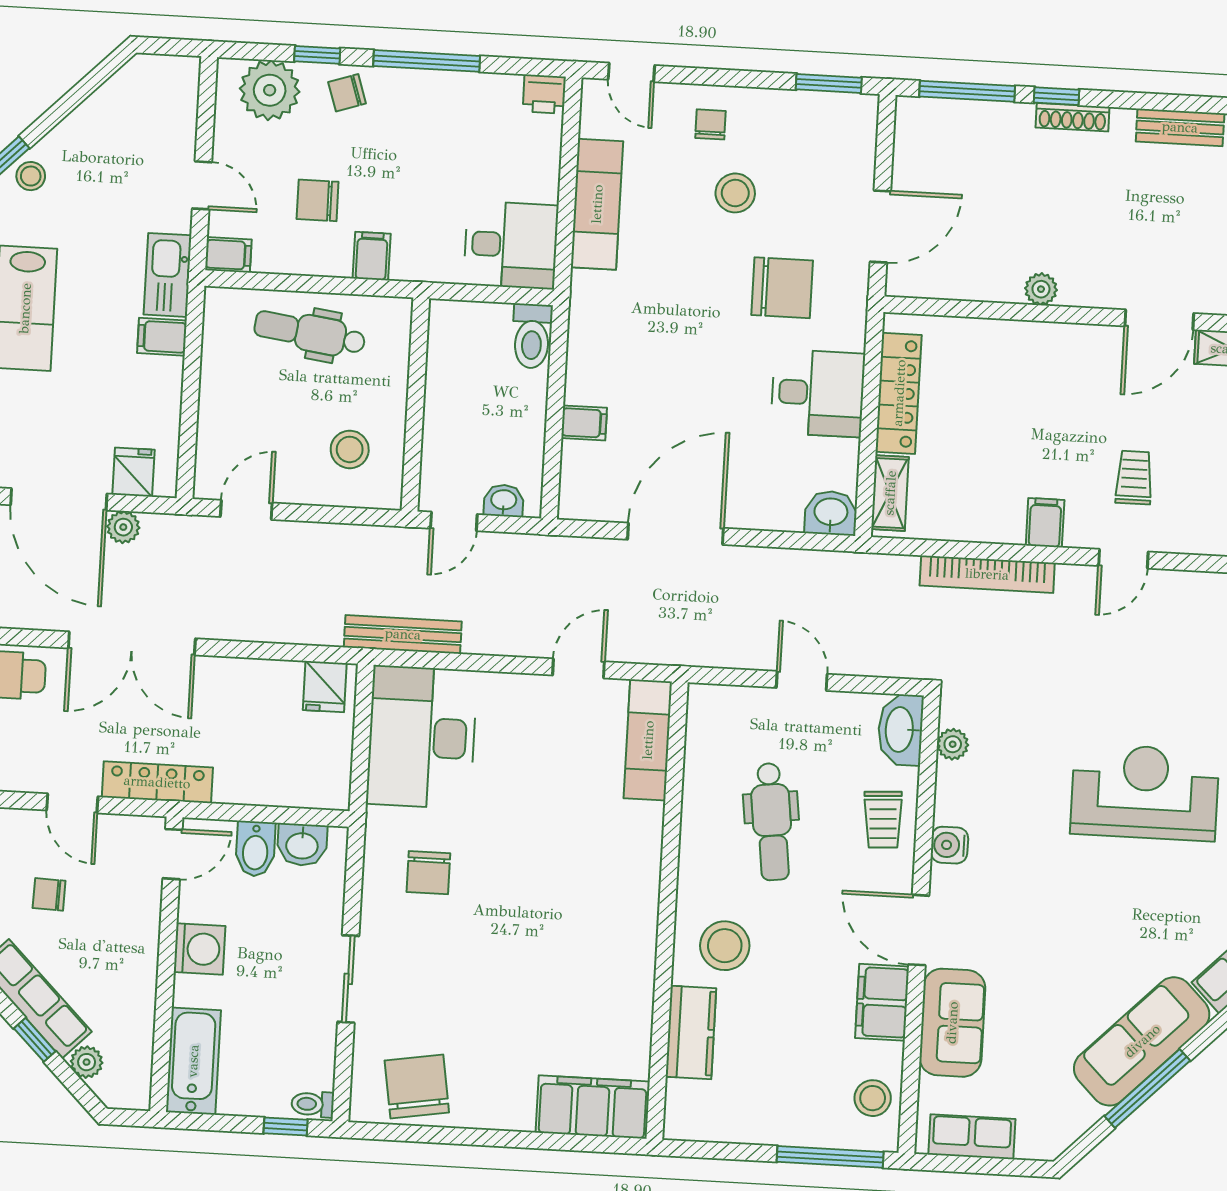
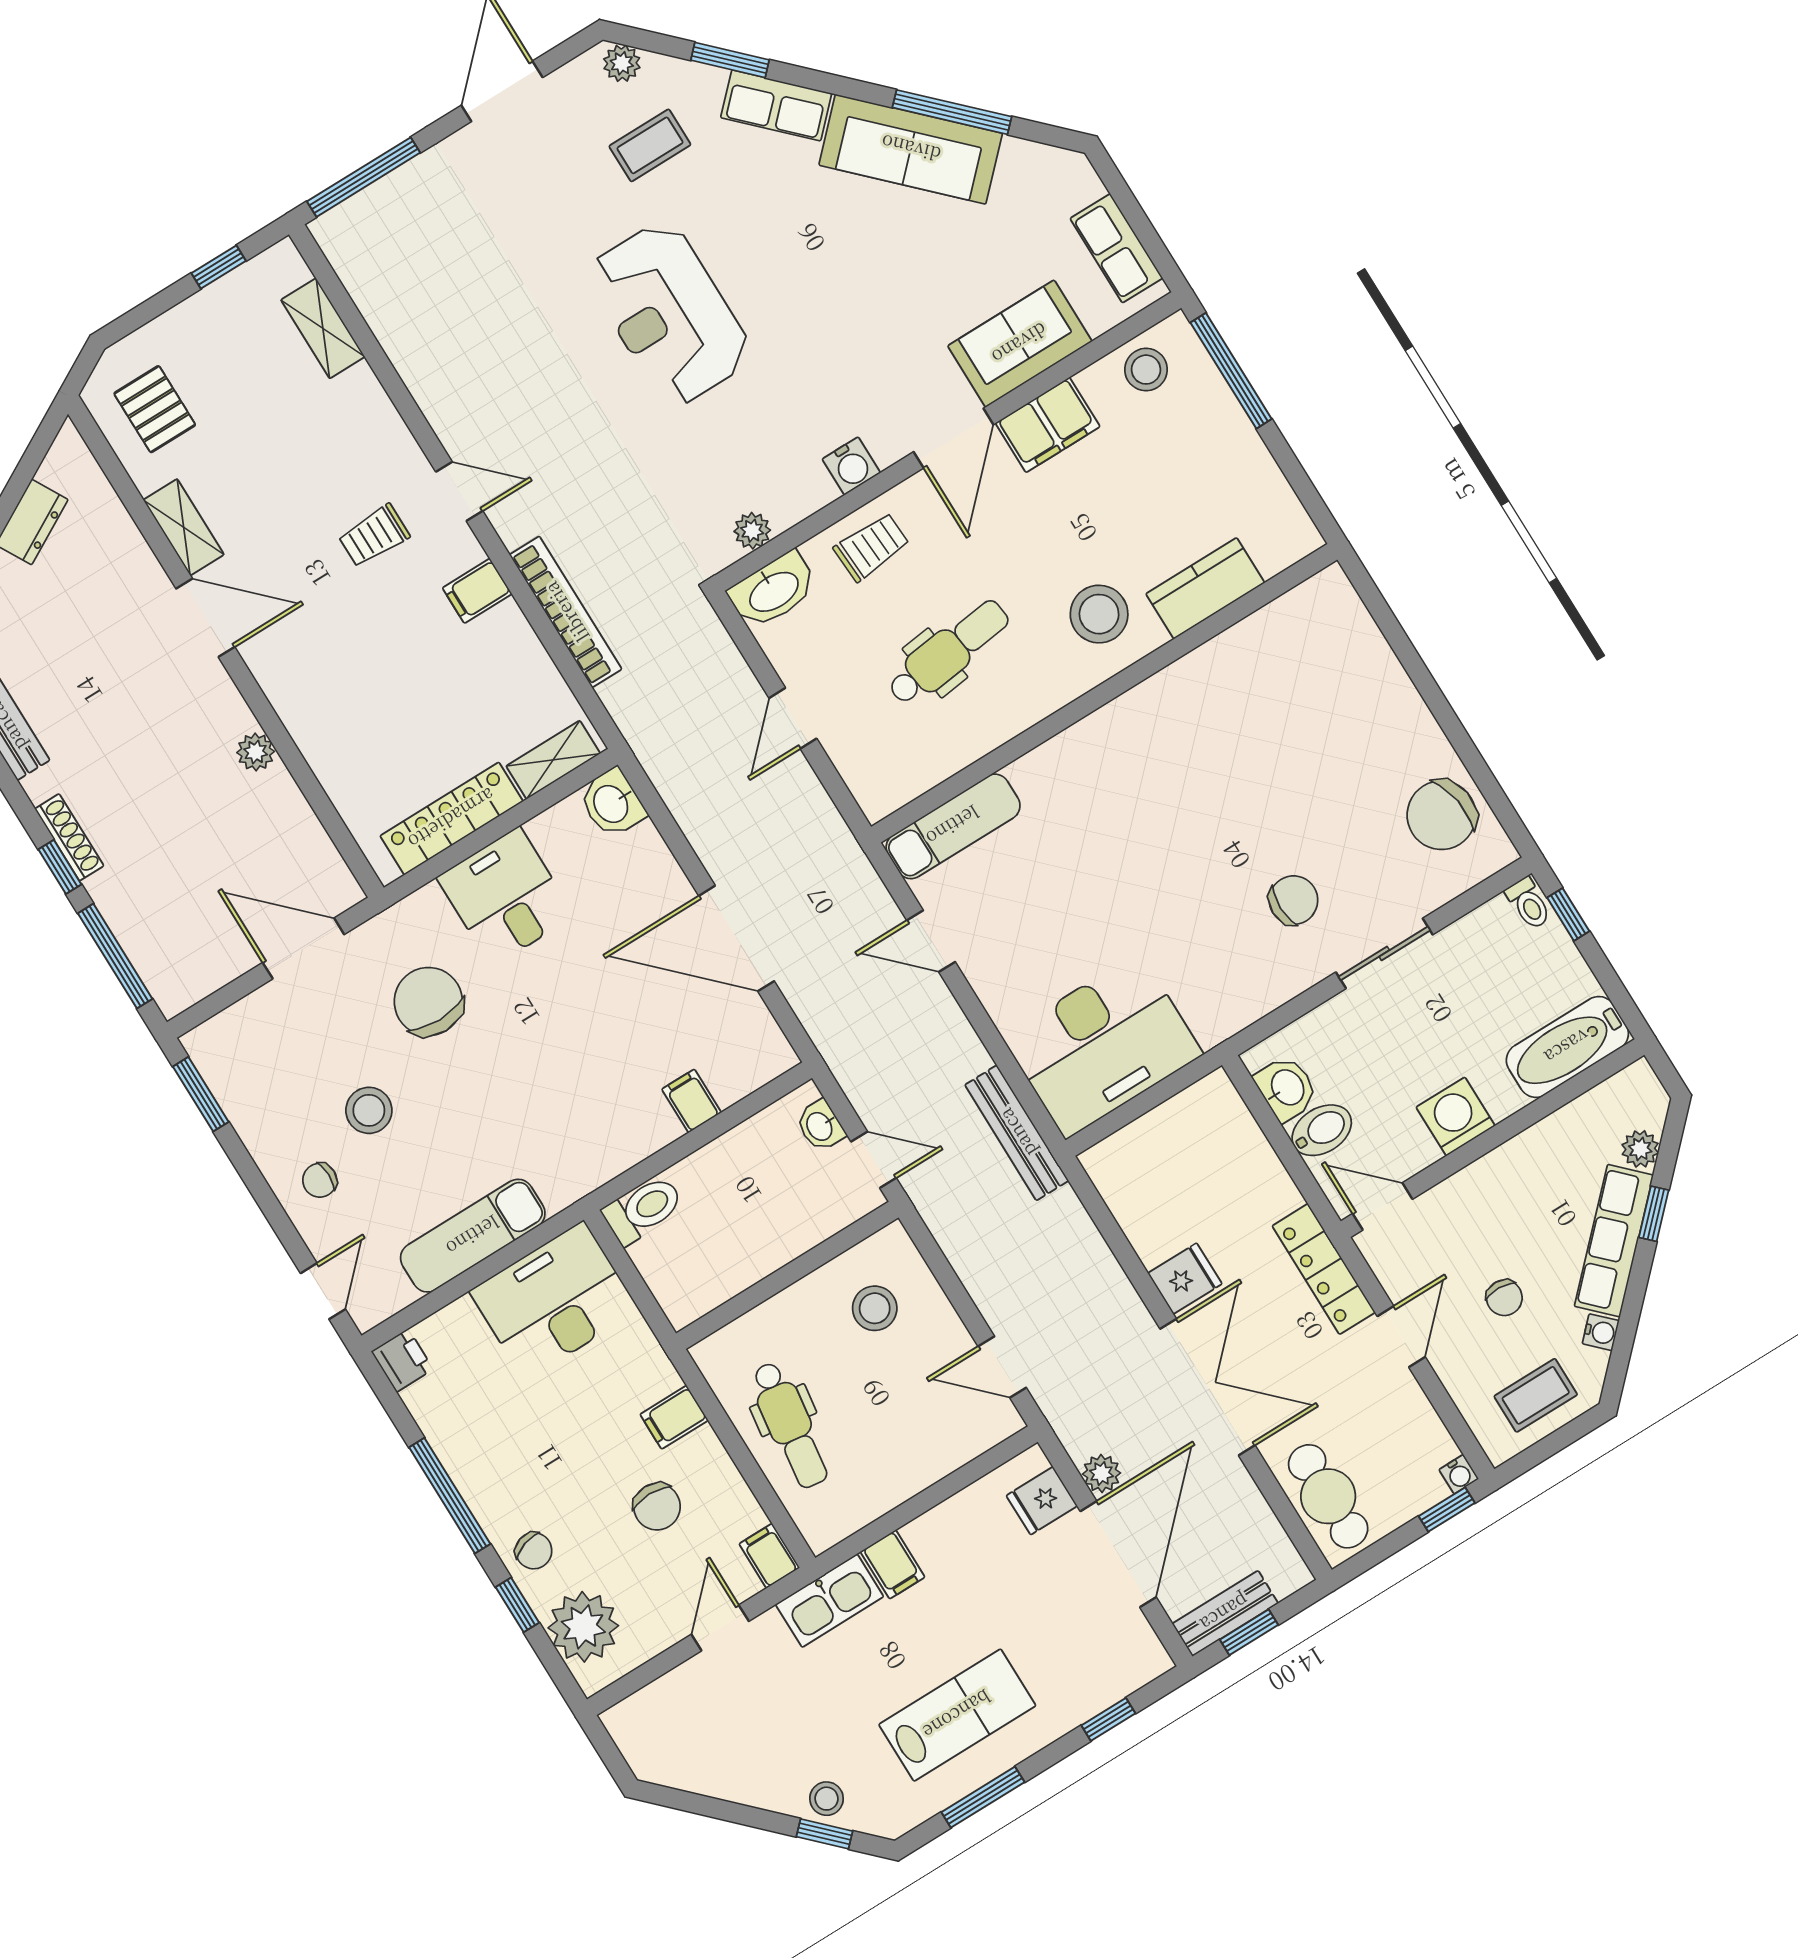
desk: (511, 245) -> (554, 1301), width x1.37
fridge: (325, 687) -> (1185, 1279), moved
chair: (428, 873) -> (1293, 900), moved
filing cabinet: (593, 1107) -> (1343, 632), removed

